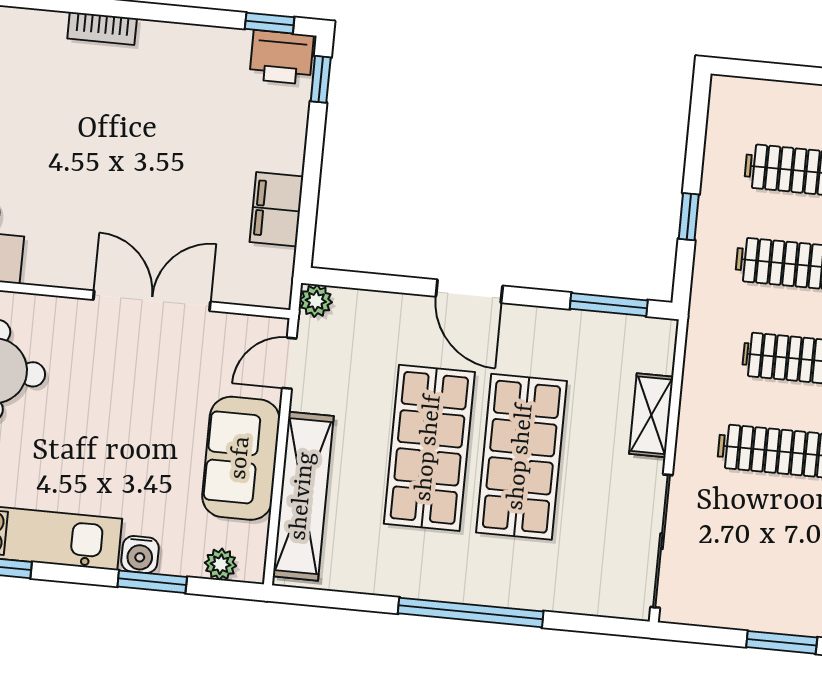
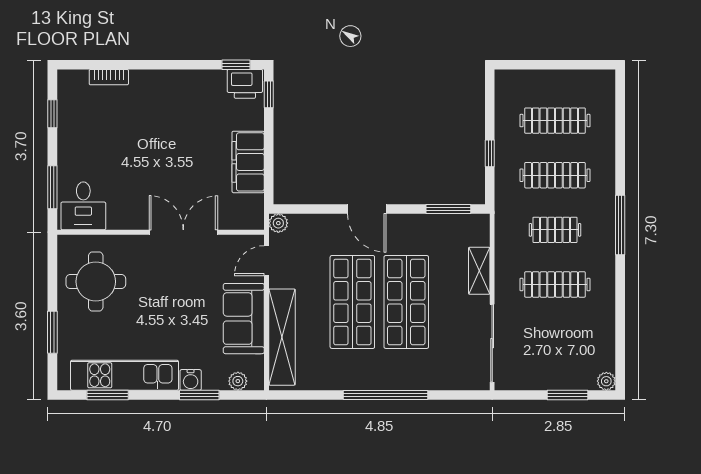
bookcase: (102, 28) -> (109, 77), moved
filing cabinet: (276, 209) -> (248, 162), width x1.50, depth x1.17

